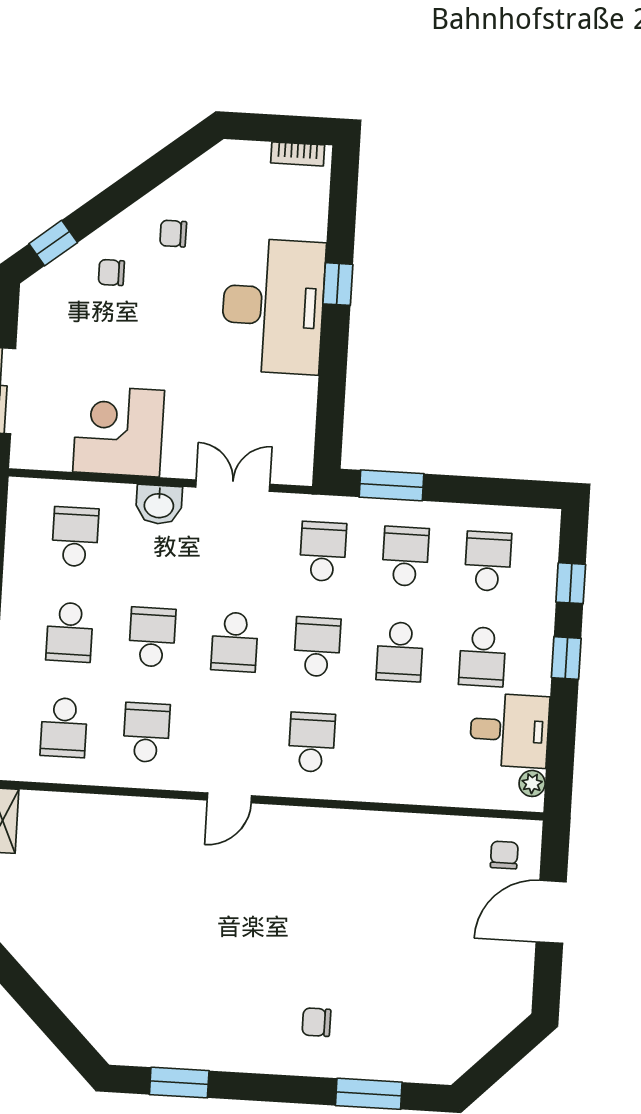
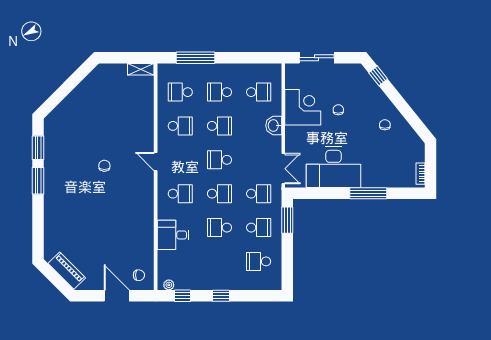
chair: (111, 273) -> (338, 110), moved
window: (338, 284) -> (368, 193), width x2.17
desk: (273, 306) -> (333, 167), moved
double door: (233, 486) -> (283, 169), moved
school desk: (488, 561) -> (259, 261), turned 180
window: (571, 583) -> (183, 296), moved
school desk: (482, 657) -> (219, 261), removed
desk: (509, 730) -> (173, 235), moved, turned 90
chair: (316, 1022) -> (104, 166), moved
piano: (483, 1030) -> (67, 271), added
window: (369, 1094) -> (38, 181), moved

